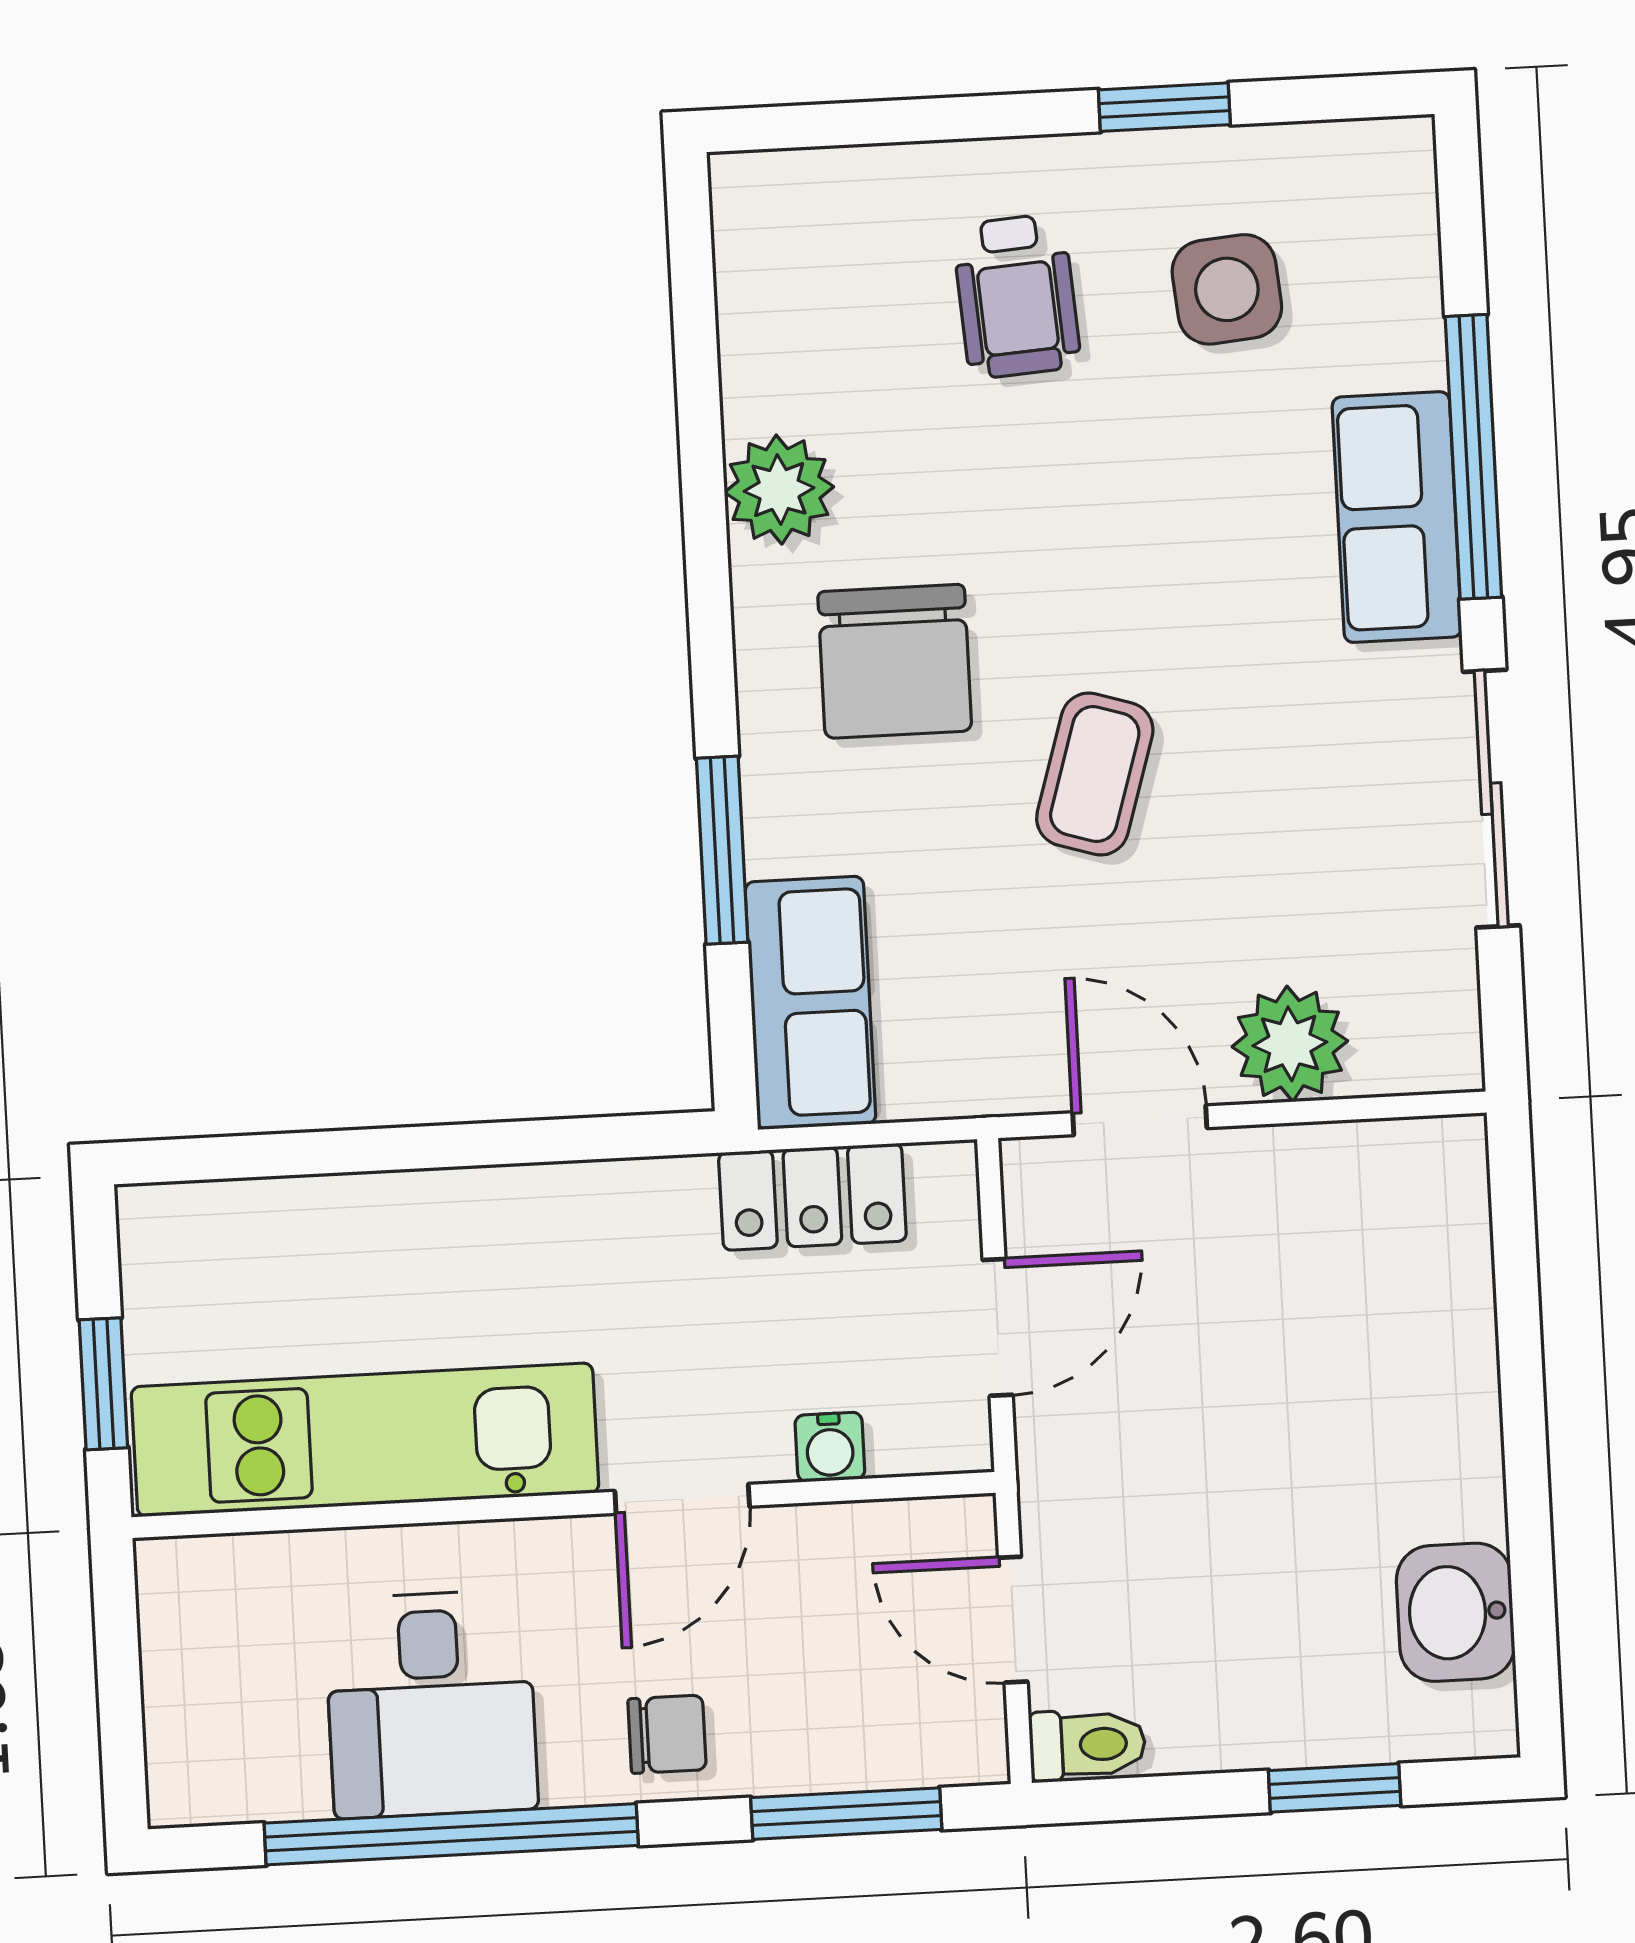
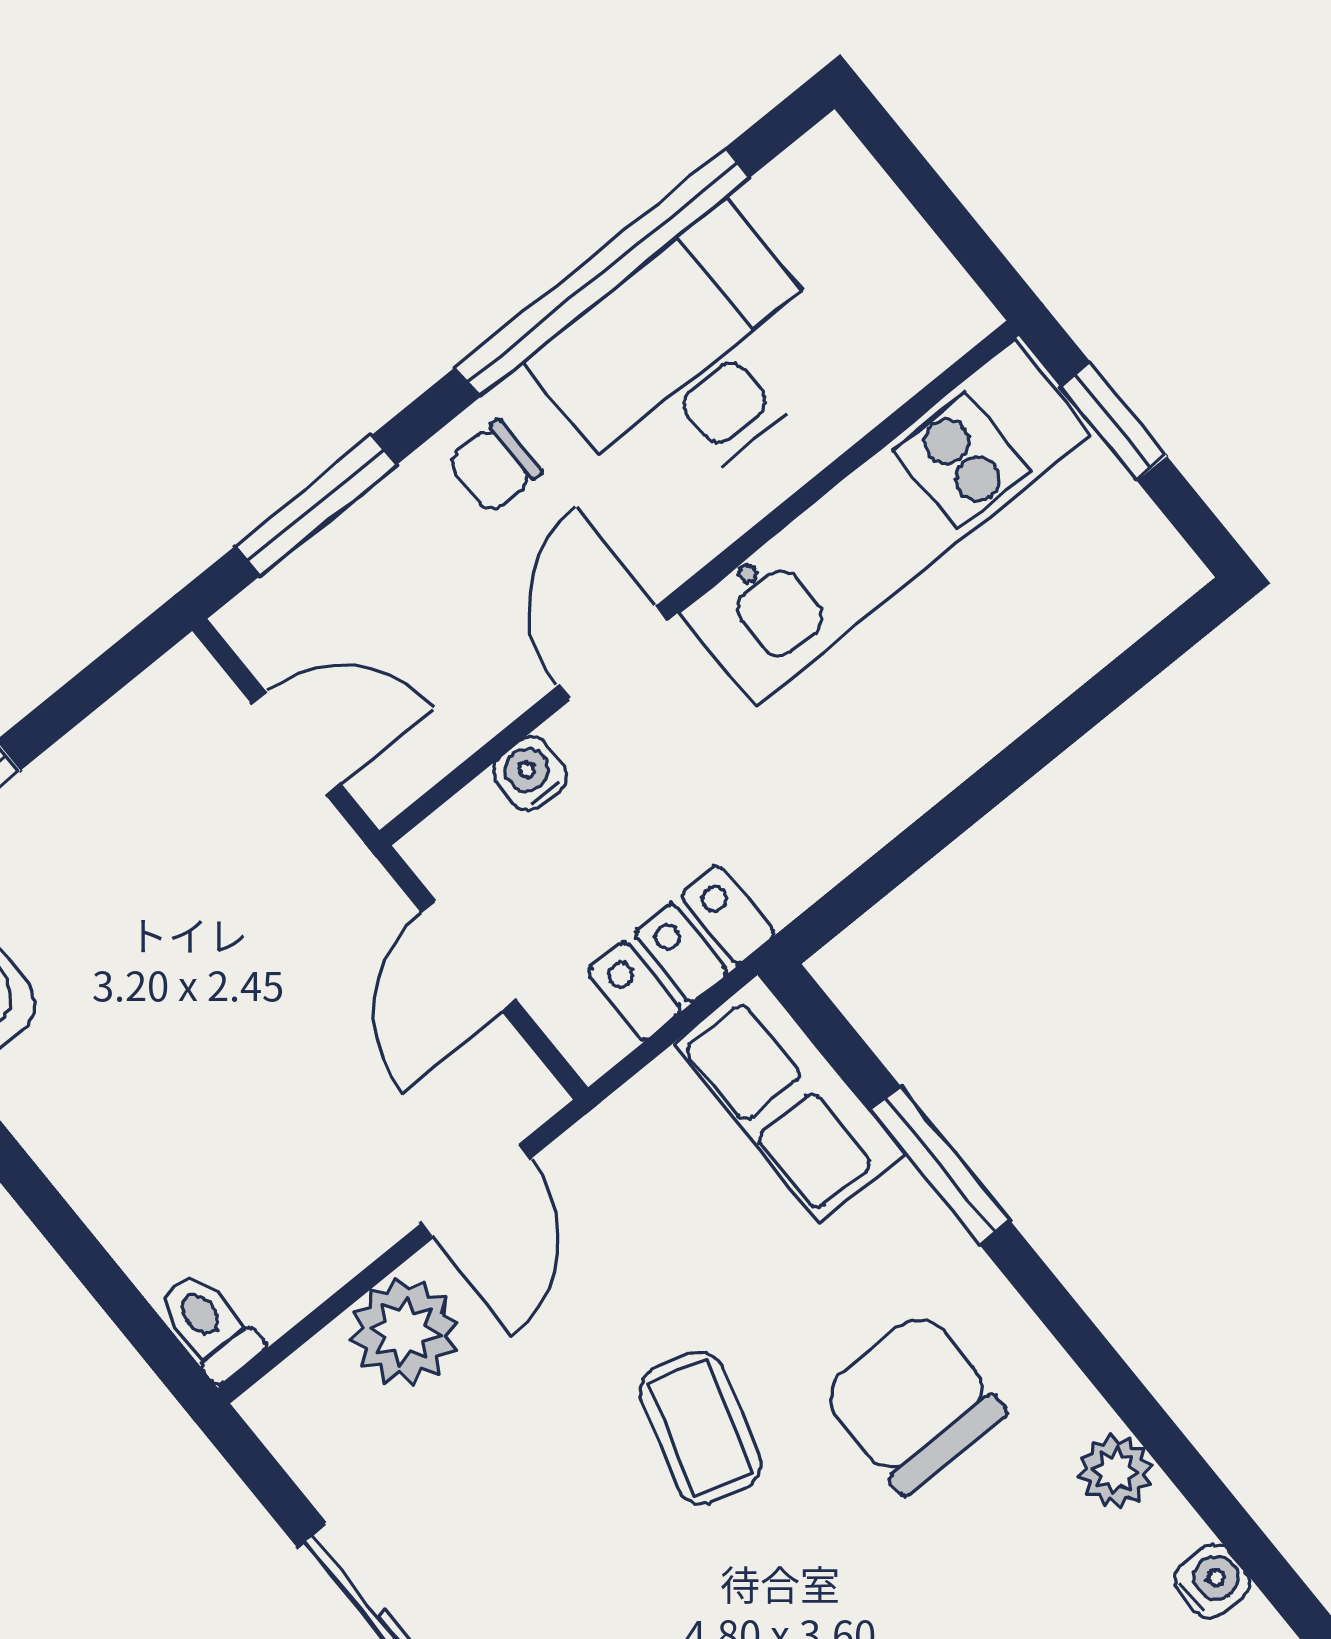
water cooler: (749, 320) -> (1212, 1581), added
plant: (779, 490) -> (1115, 1471), width x0.73, depth x0.73
door: (1140, 1120) -> (476, 1191), hinge flipped
desk: (431, 1704) -> (690, 360), width x1.37
toilet: (1087, 1745) -> (209, 1326), moved, turned 90

